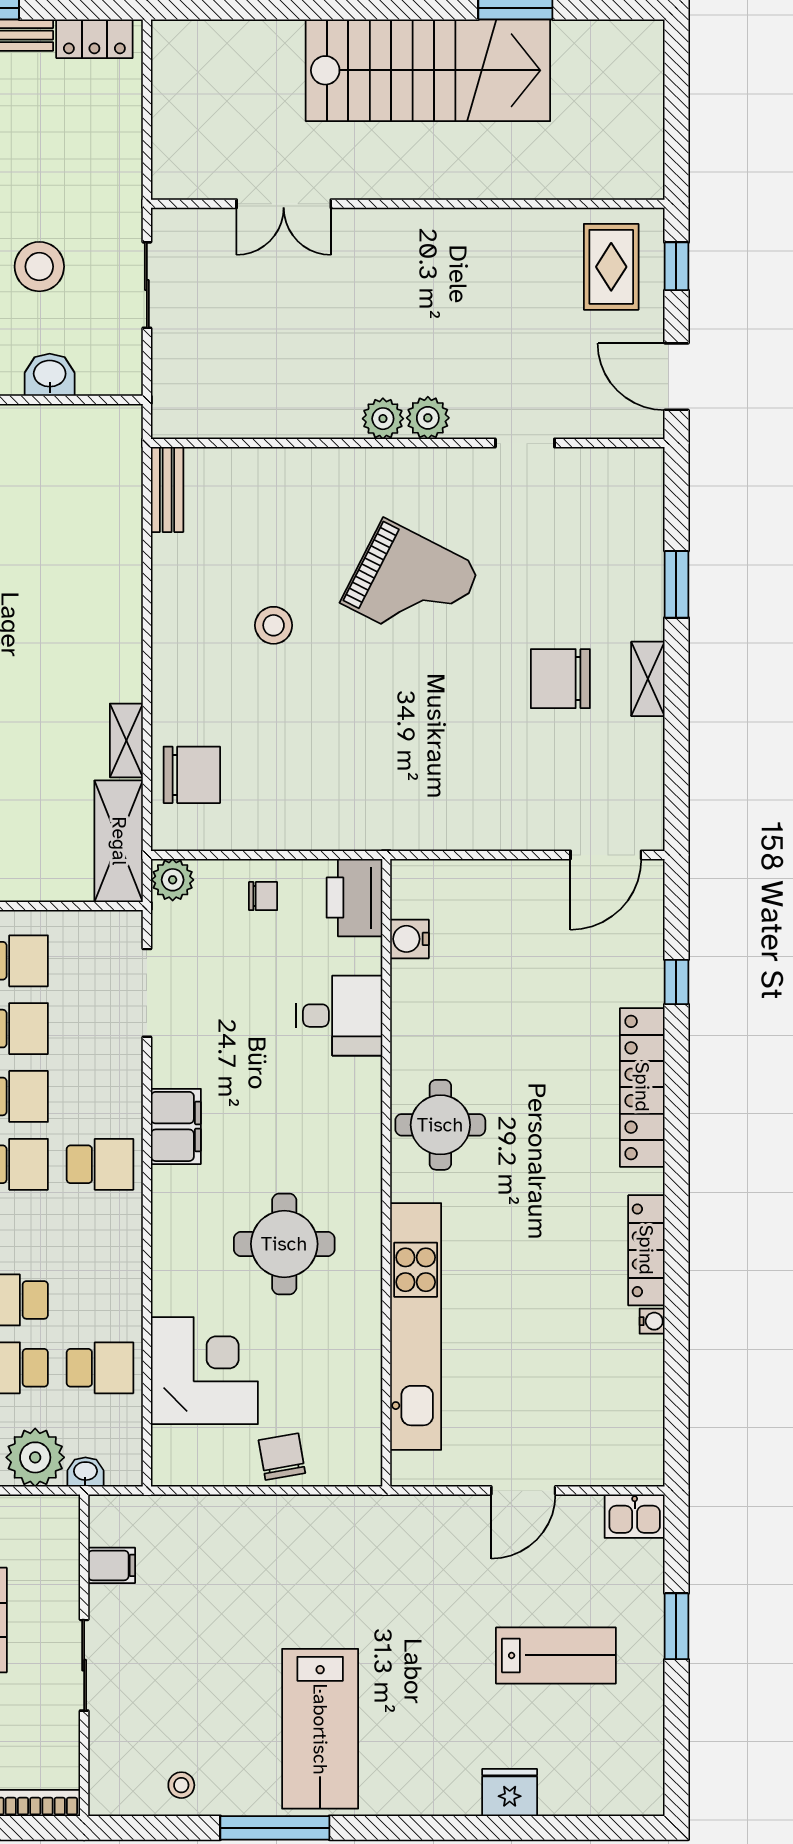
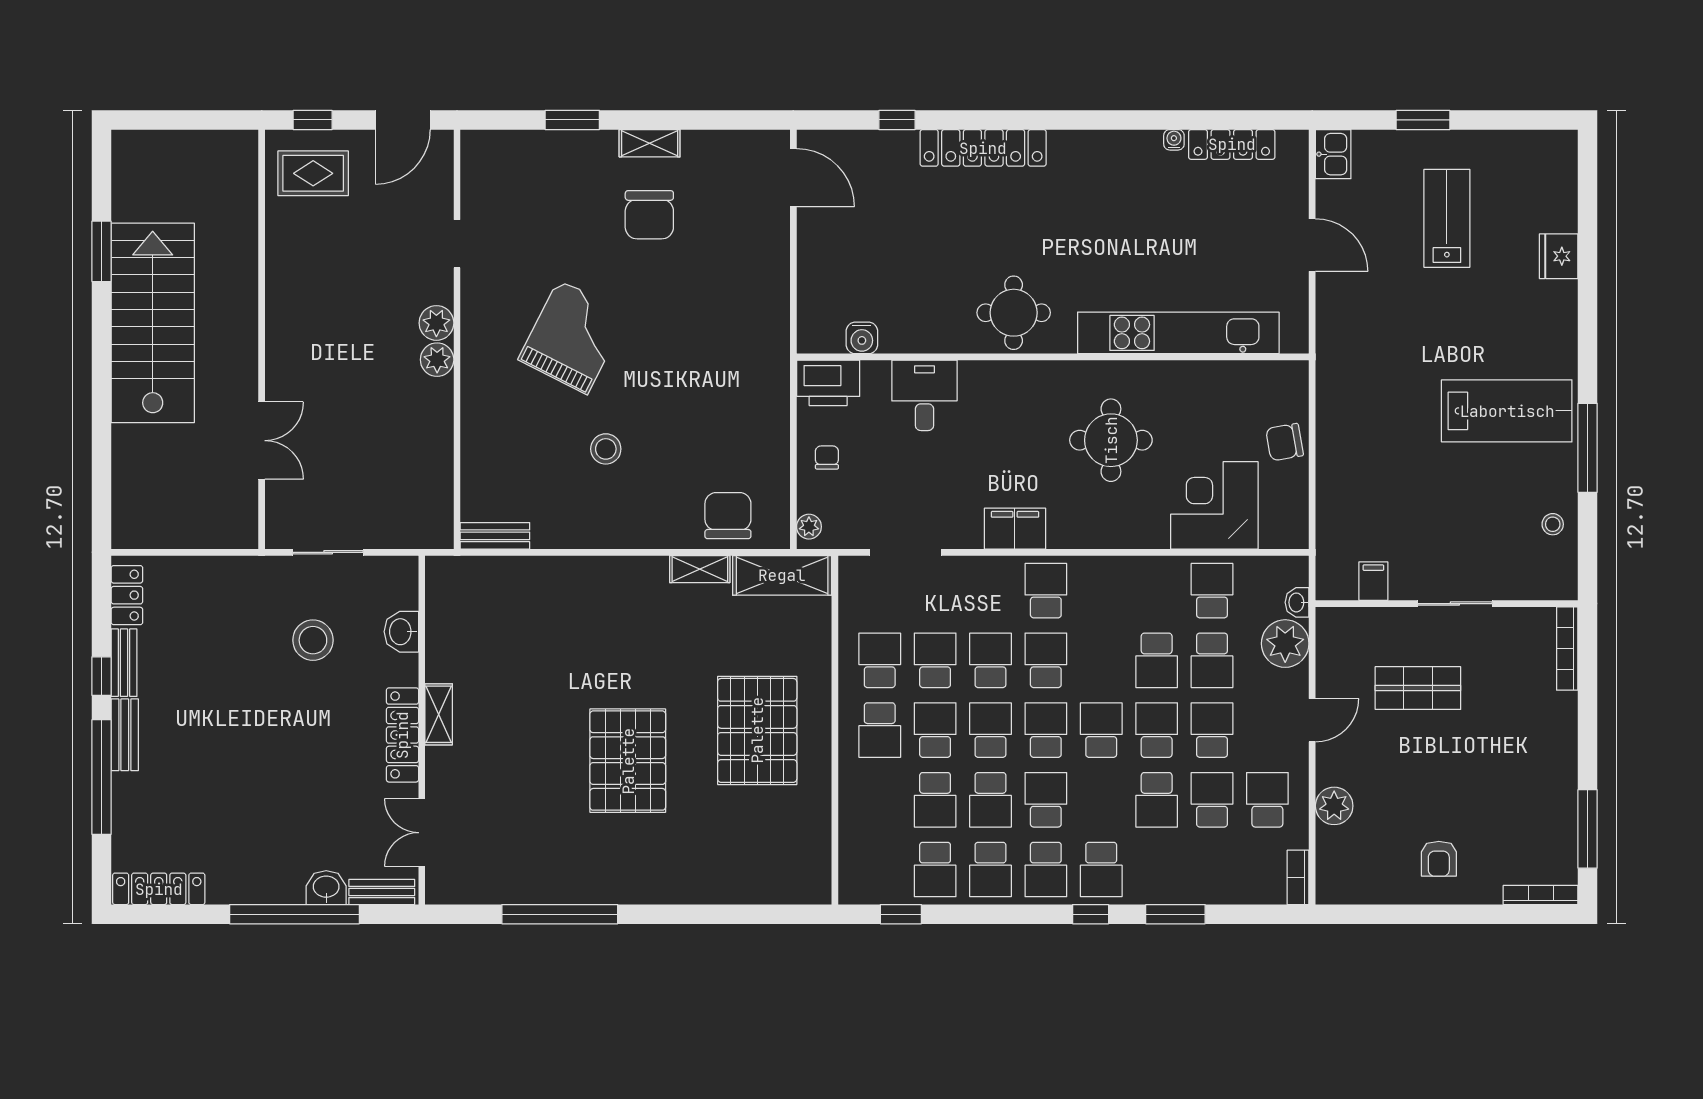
plant: (173, 880) -> (809, 527), width x0.73, depth x0.73
locker: (646, 1250) -> (1232, 144), moved

